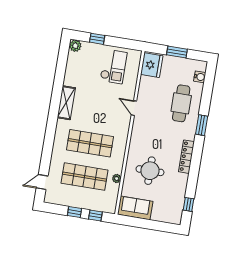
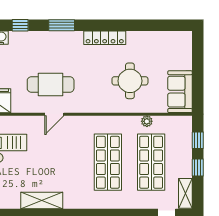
shelving: (66, 103) -> (42, 200), moved
cafe table: (181, 103) -> (51, 84), moved
shelving: (56, 199) -> (185, 193), added
window: (189, 204) -> (20, 25), moved

